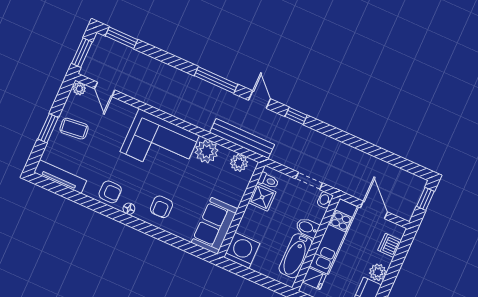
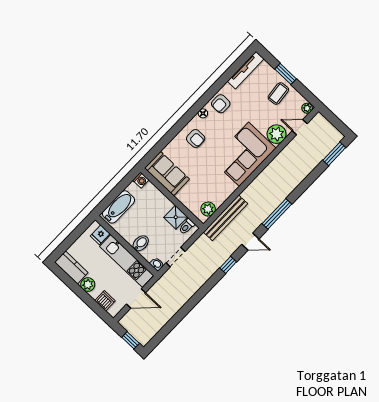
window: (82, 53) -> (334, 120), removed
plant: (207, 151) -> (277, 134), moved
armchair: (161, 207) -> (196, 138), turned 180
washing machine: (242, 250) -> (141, 180), width x0.53, depth x0.53
bathtub: (295, 256) -> (118, 207), moved, turned 90

